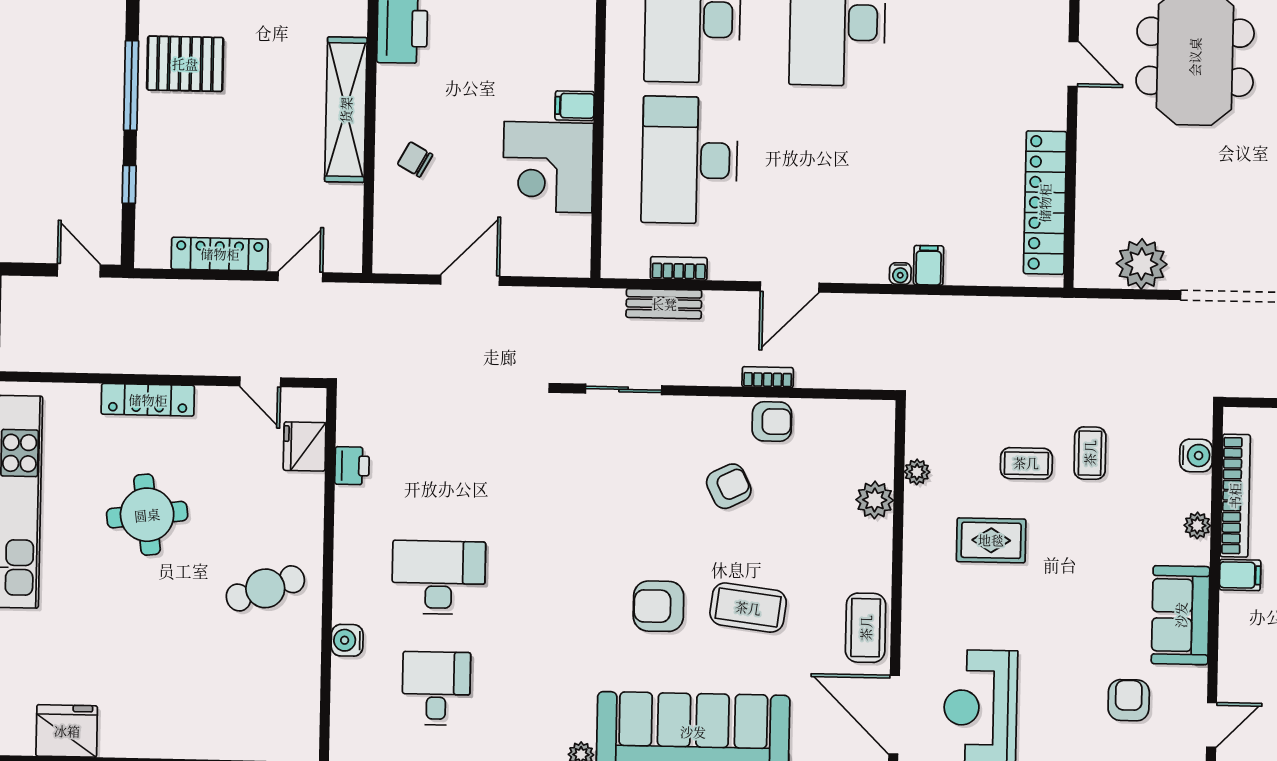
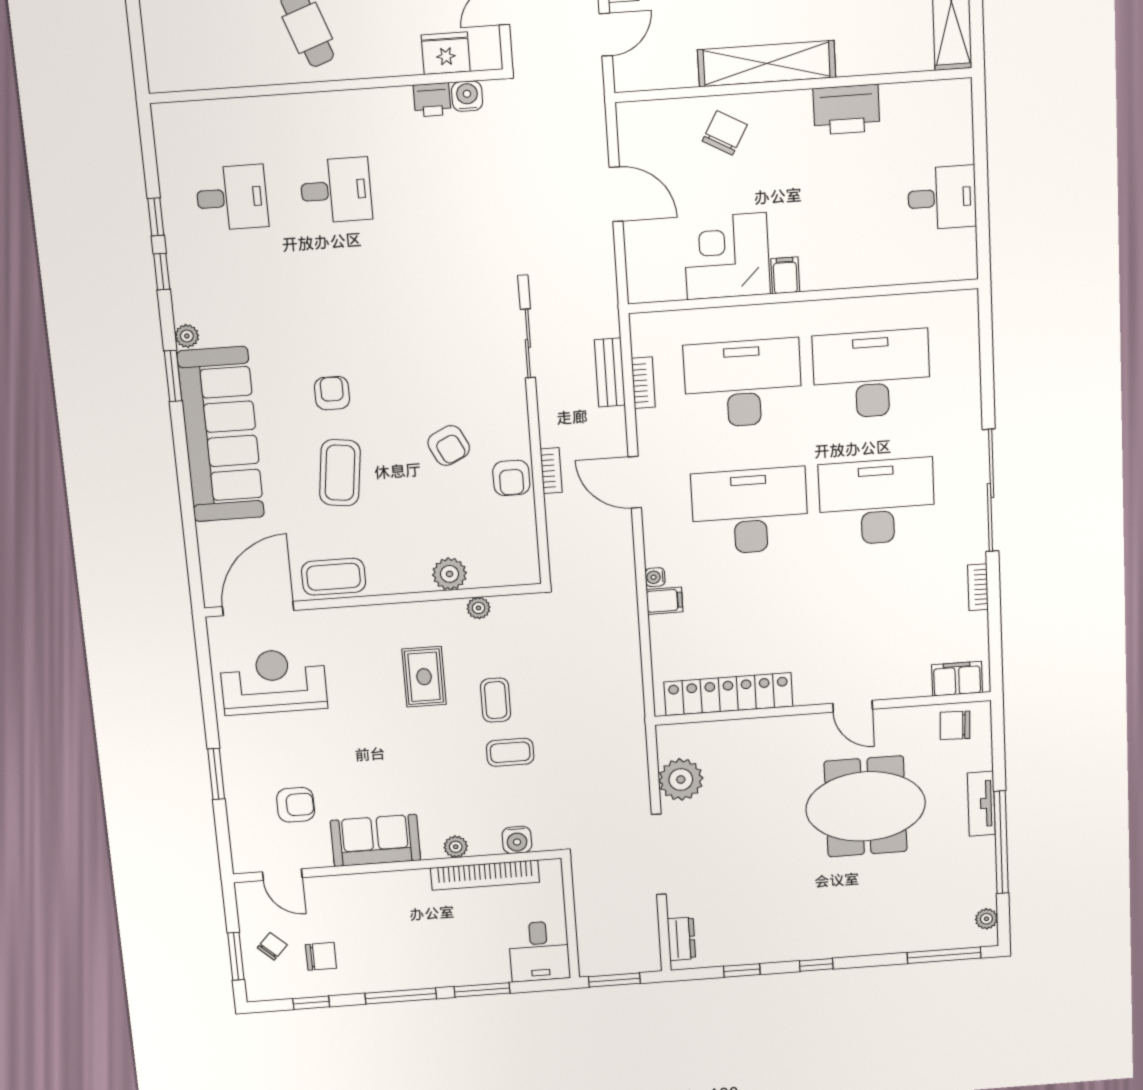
door: (1073, 64) -> (853, 706), hinge flipped
chair: (415, 159) -> (725, 133), width x1.37, depth x1.37
desk: (834, 163) -> (750, 511), added
door: (300, 277) -> (606, 35), hinge flipped
filing cabinet: (1240, 575) -> (416, 886), removed
desk: (439, 577) -> (336, 190), width x0.73
armchair: (658, 606) -> (332, 393), width x0.72, depth x0.72
water cooler: (347, 640) -> (467, 96), moved

